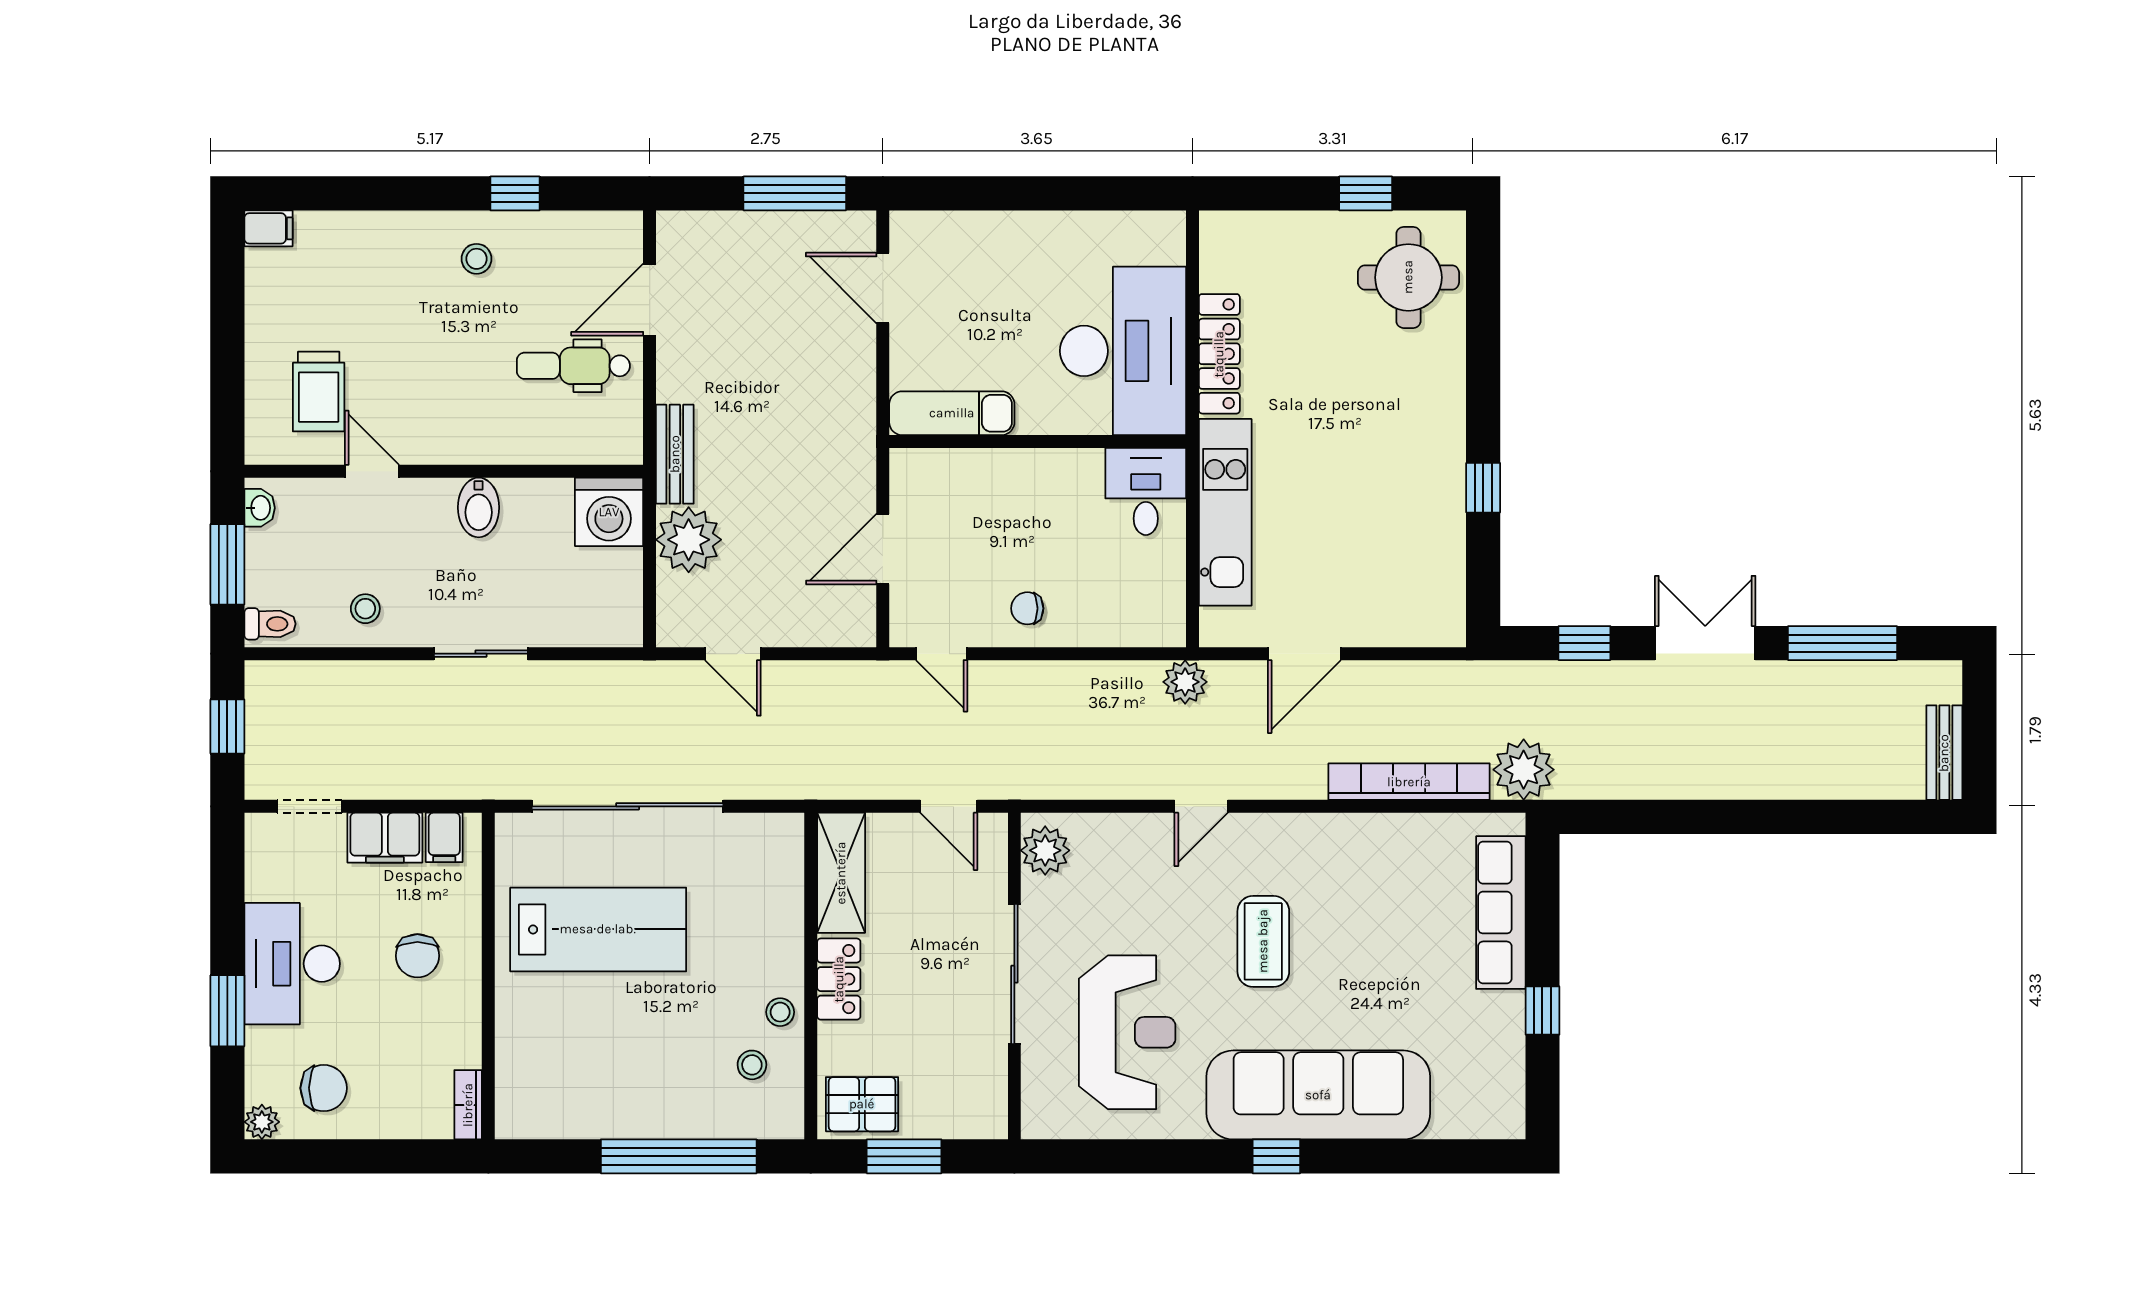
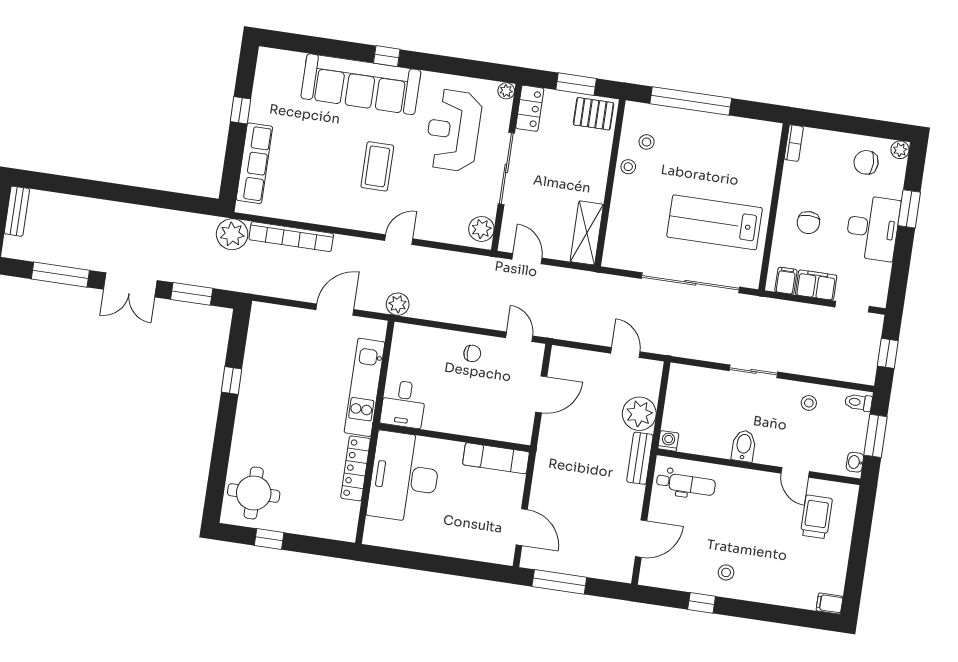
dental chair: (573, 366) -> (686, 484), moved
washing machine: (609, 512) -> (668, 441), width x0.53, depth x0.53
window: (1584, 643) -> (192, 294), width x1.50
chair: (417, 956) -> (808, 223), turned 180
locker: (839, 979) -> (530, 108), moved, turned 180
plant: (1037, 1123) -> (506, 91), added

